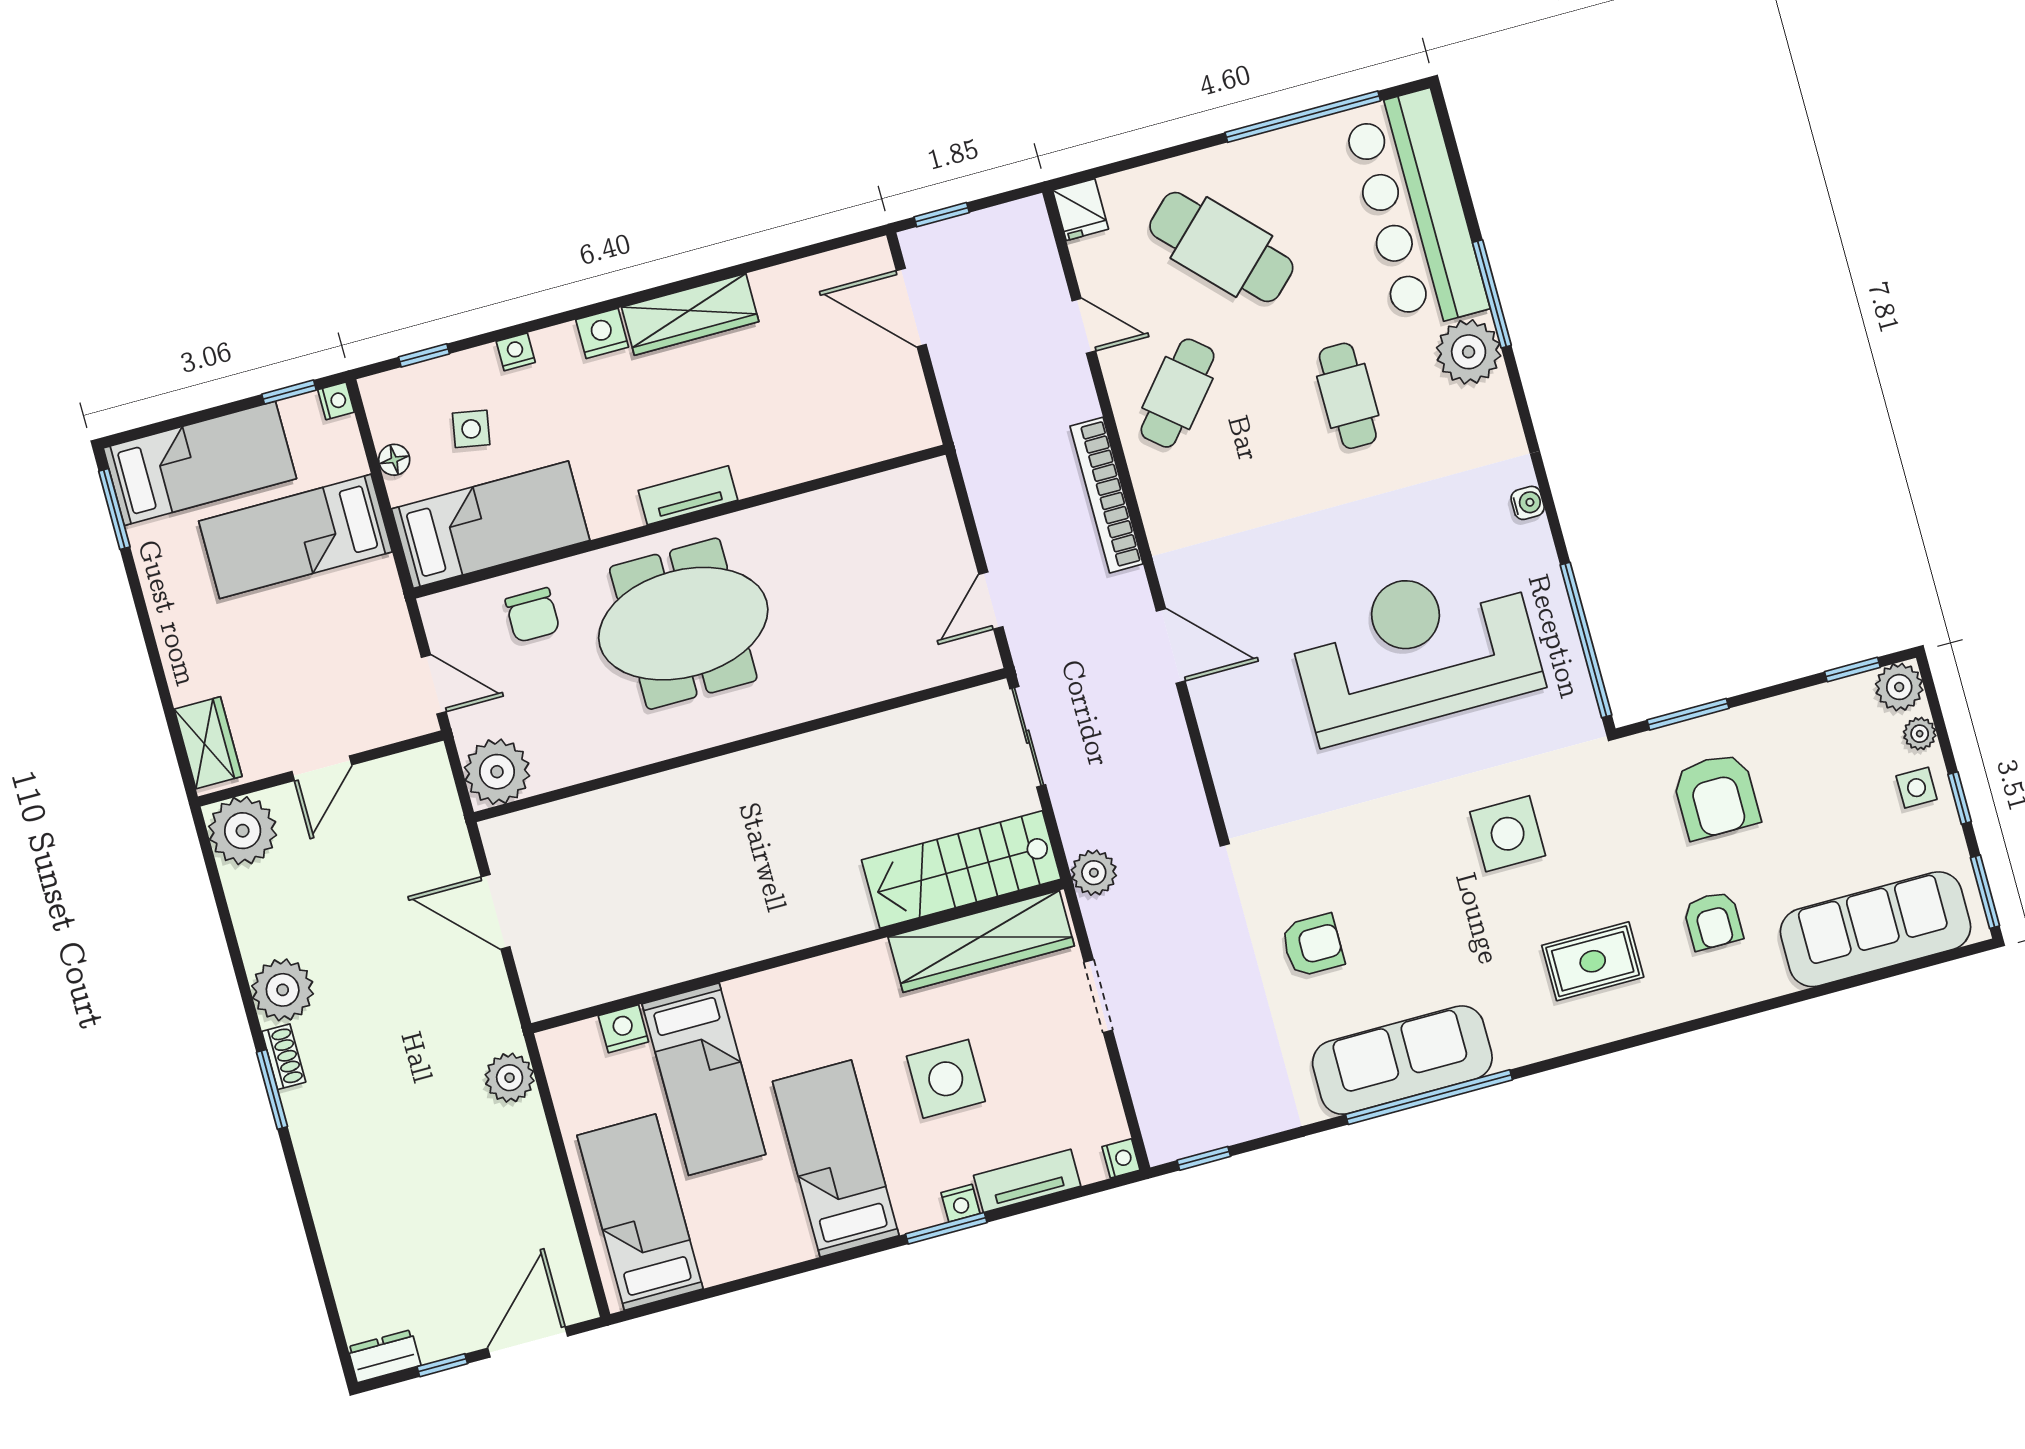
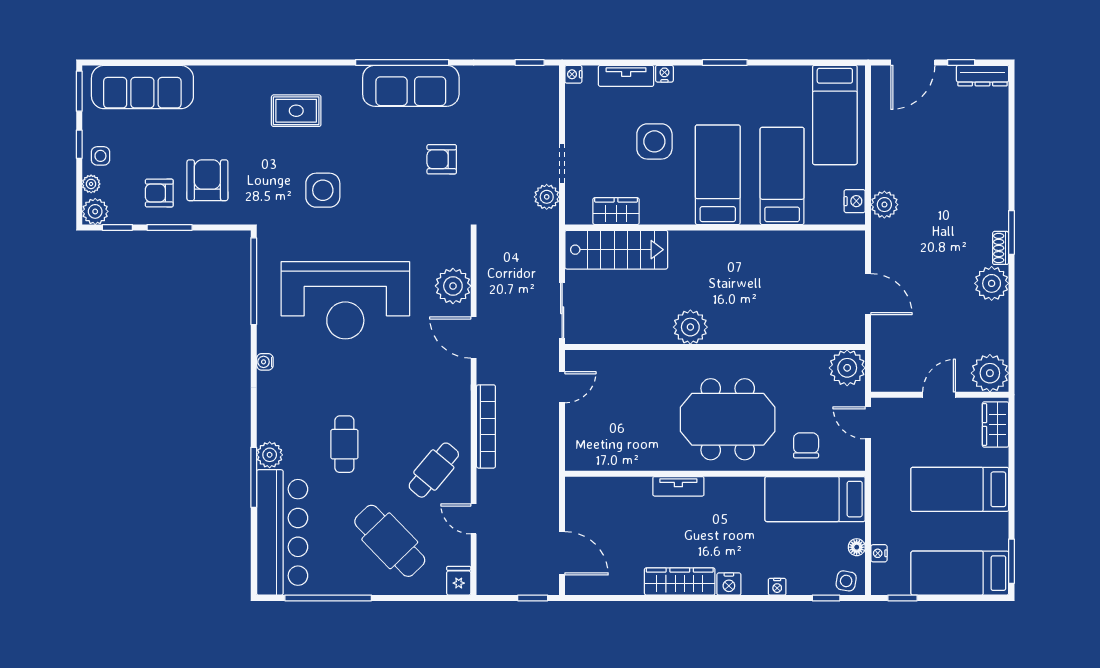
plant: (1469, 352) -> (270, 455), width x0.73, depth x0.73
nightstand: (336, 401) -> (879, 553), moved
side table: (471, 429) -> (846, 581), moved
tv unit: (688, 495) -> (678, 486), moved
bed: (295, 536) -> (960, 489), moved, turned 180
window: (1688, 714) -> (170, 227), moved
plant: (1232, 727) -> (453, 286), added
plant: (793, 768) -> (690, 327), added
plant: (1094, 873) -> (547, 197), moved
armchair: (1713, 921) -> (159, 193), moved, turned -90
wardrobe: (981, 941) -> (616, 211), width x0.48, depth x0.85
nightstand: (623, 1029) -> (855, 201), moved, turned -90
bed: (836, 1159) -> (718, 175), moved, turned 180
window: (946, 1228) -> (725, 62), moved
dresser: (384, 1356) -> (983, 76), width x1.44

